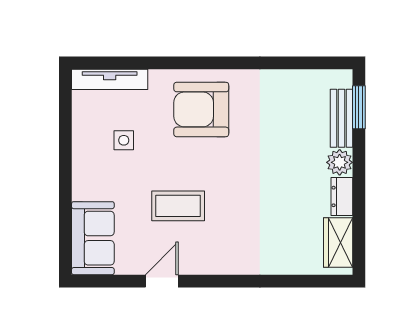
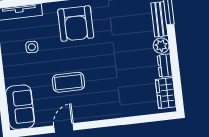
armchair: (201, 109) -> (76, 24), turned -90

